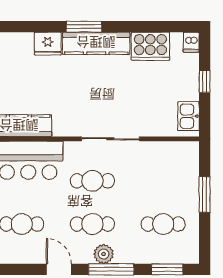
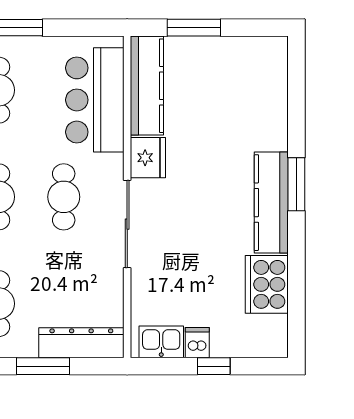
dishwasher: (191, 42) -> (197, 343), moved, turned 90
fridge: (48, 44) -> (148, 158), moved, turned 180
dresser: (189, 169) -> (81, 343), added

